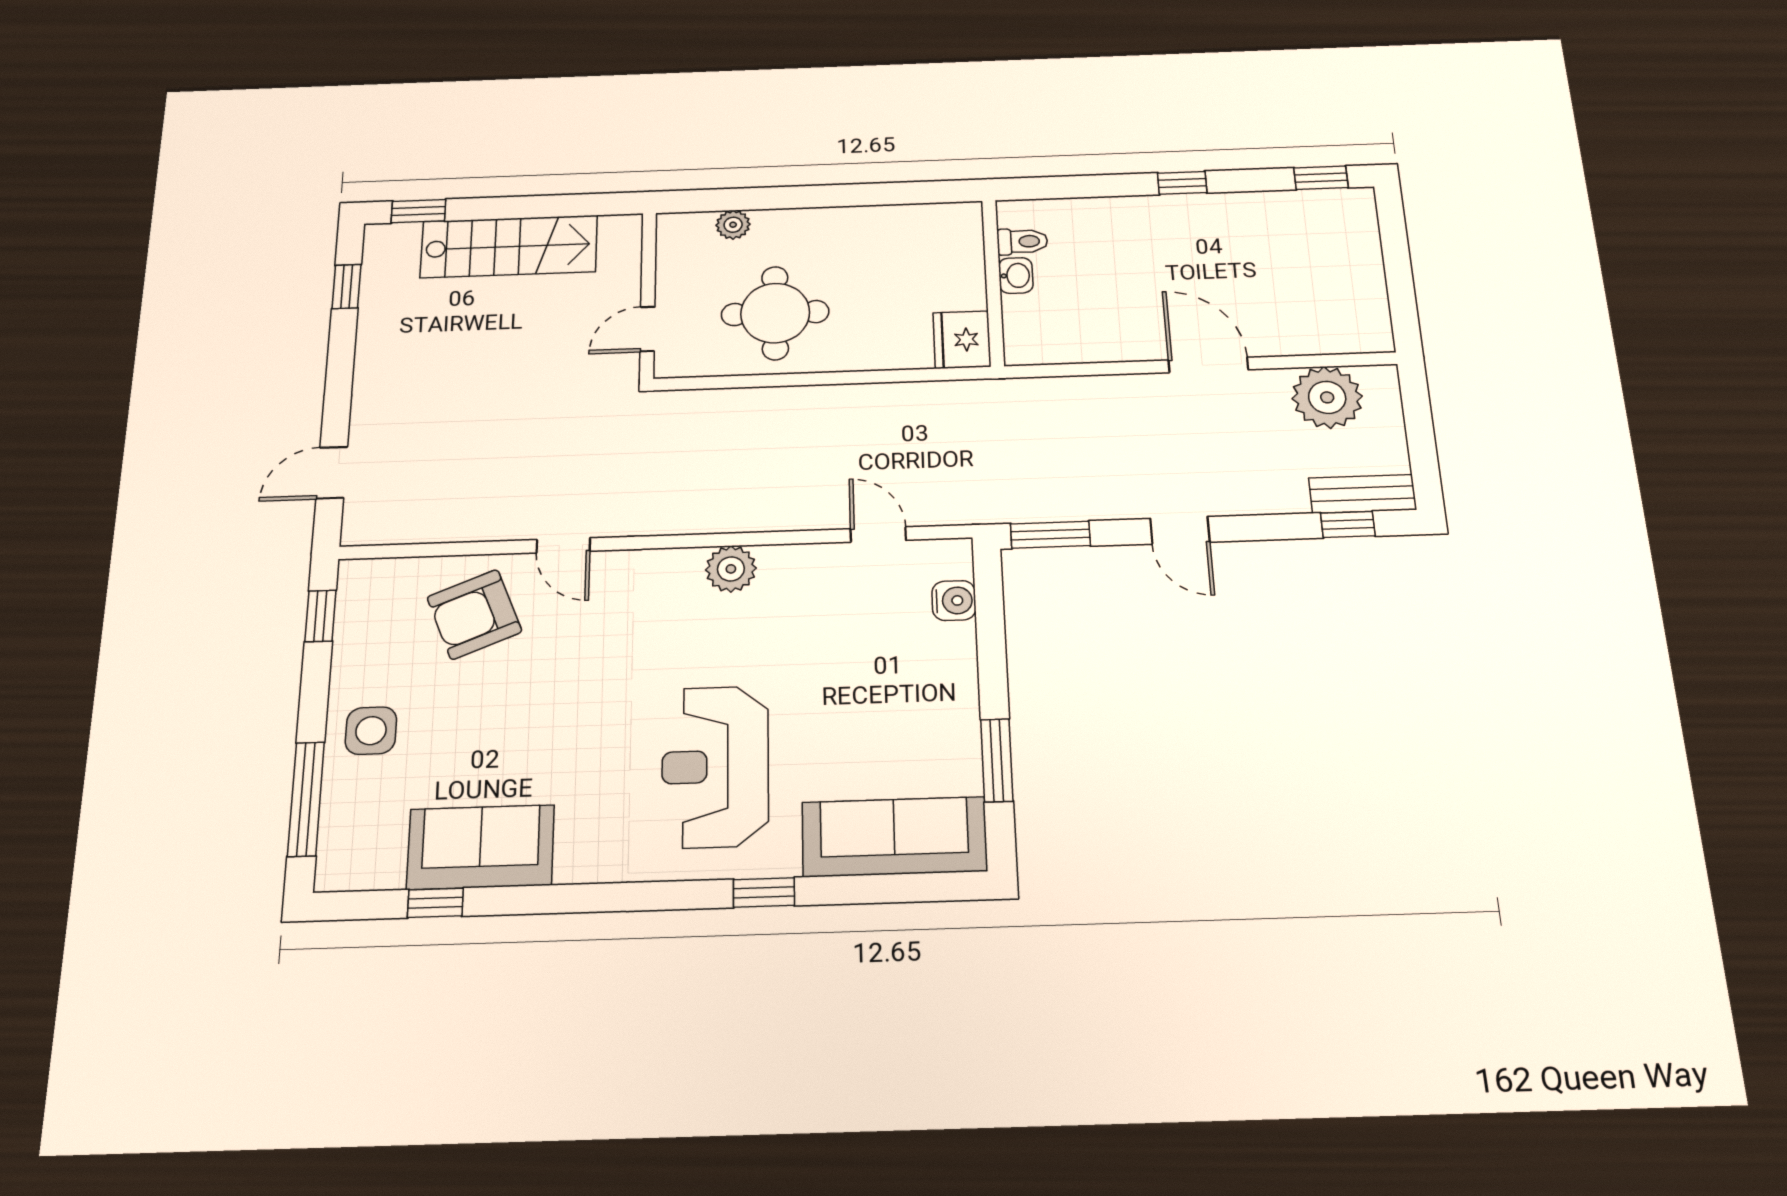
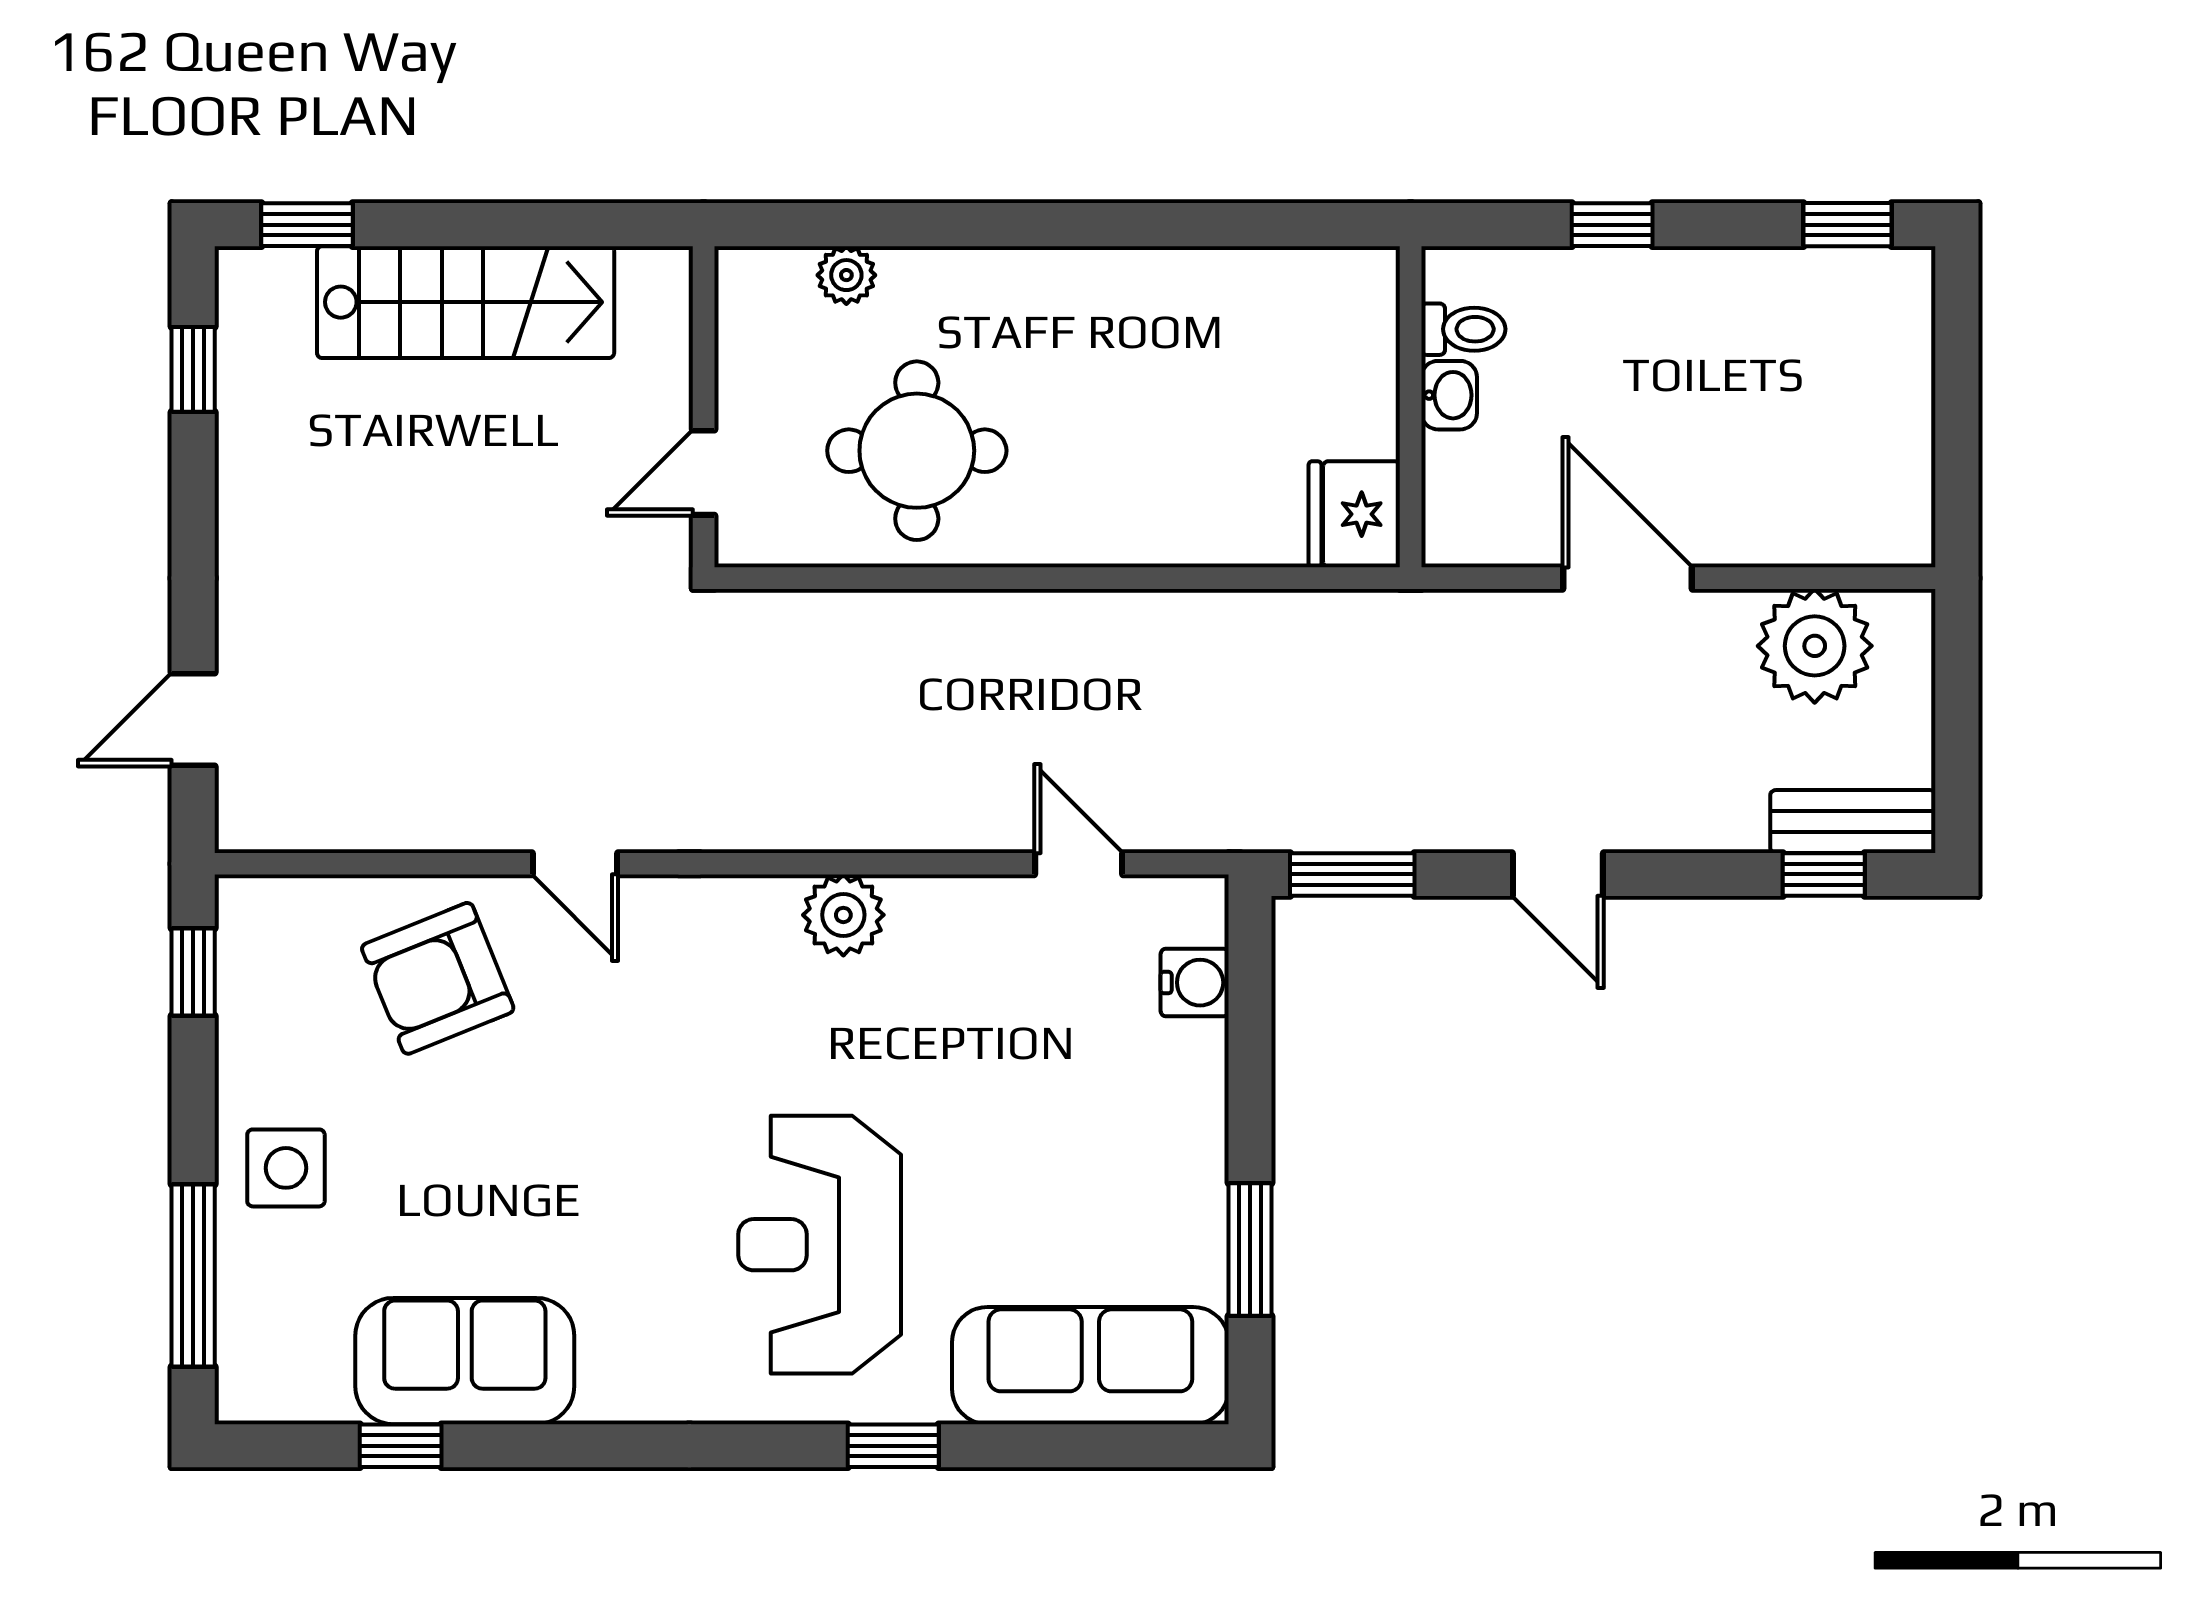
toilet: (1022, 241) -> (1463, 329), moved
washbasin: (1016, 275) -> (1449, 395), moved
wall: (993, 282) -> (1411, 407), moved
fridge: (962, 340) -> (1354, 514), moved

